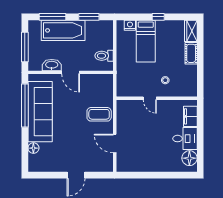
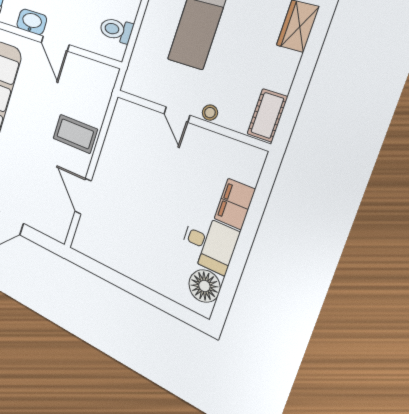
cot: (191, 53) -> (267, 115), moved
door: (150, 98) -> (177, 114), moved
wall: (157, 98) -> (189, 119), moved

